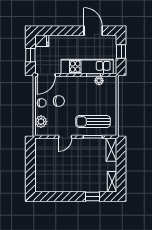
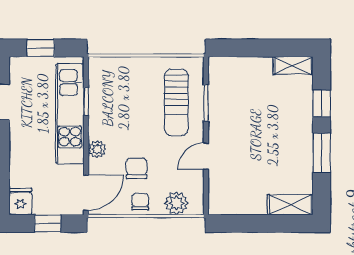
door: (46, 75) -> (86, 193), hinge flipped
plant: (99, 81) -> (97, 149), moved
door: (65, 137) -> (206, 156), swing flipped
shelving: (111, 150) -> (290, 205), moved
window: (67, 197) -> (322, 153), added

